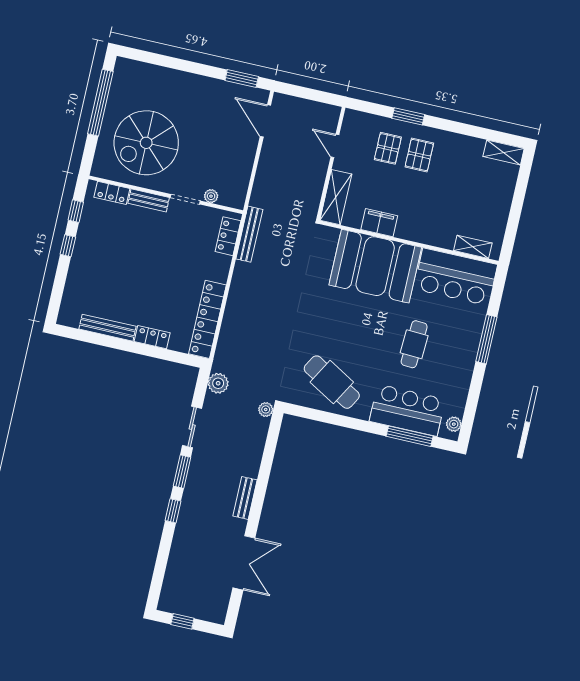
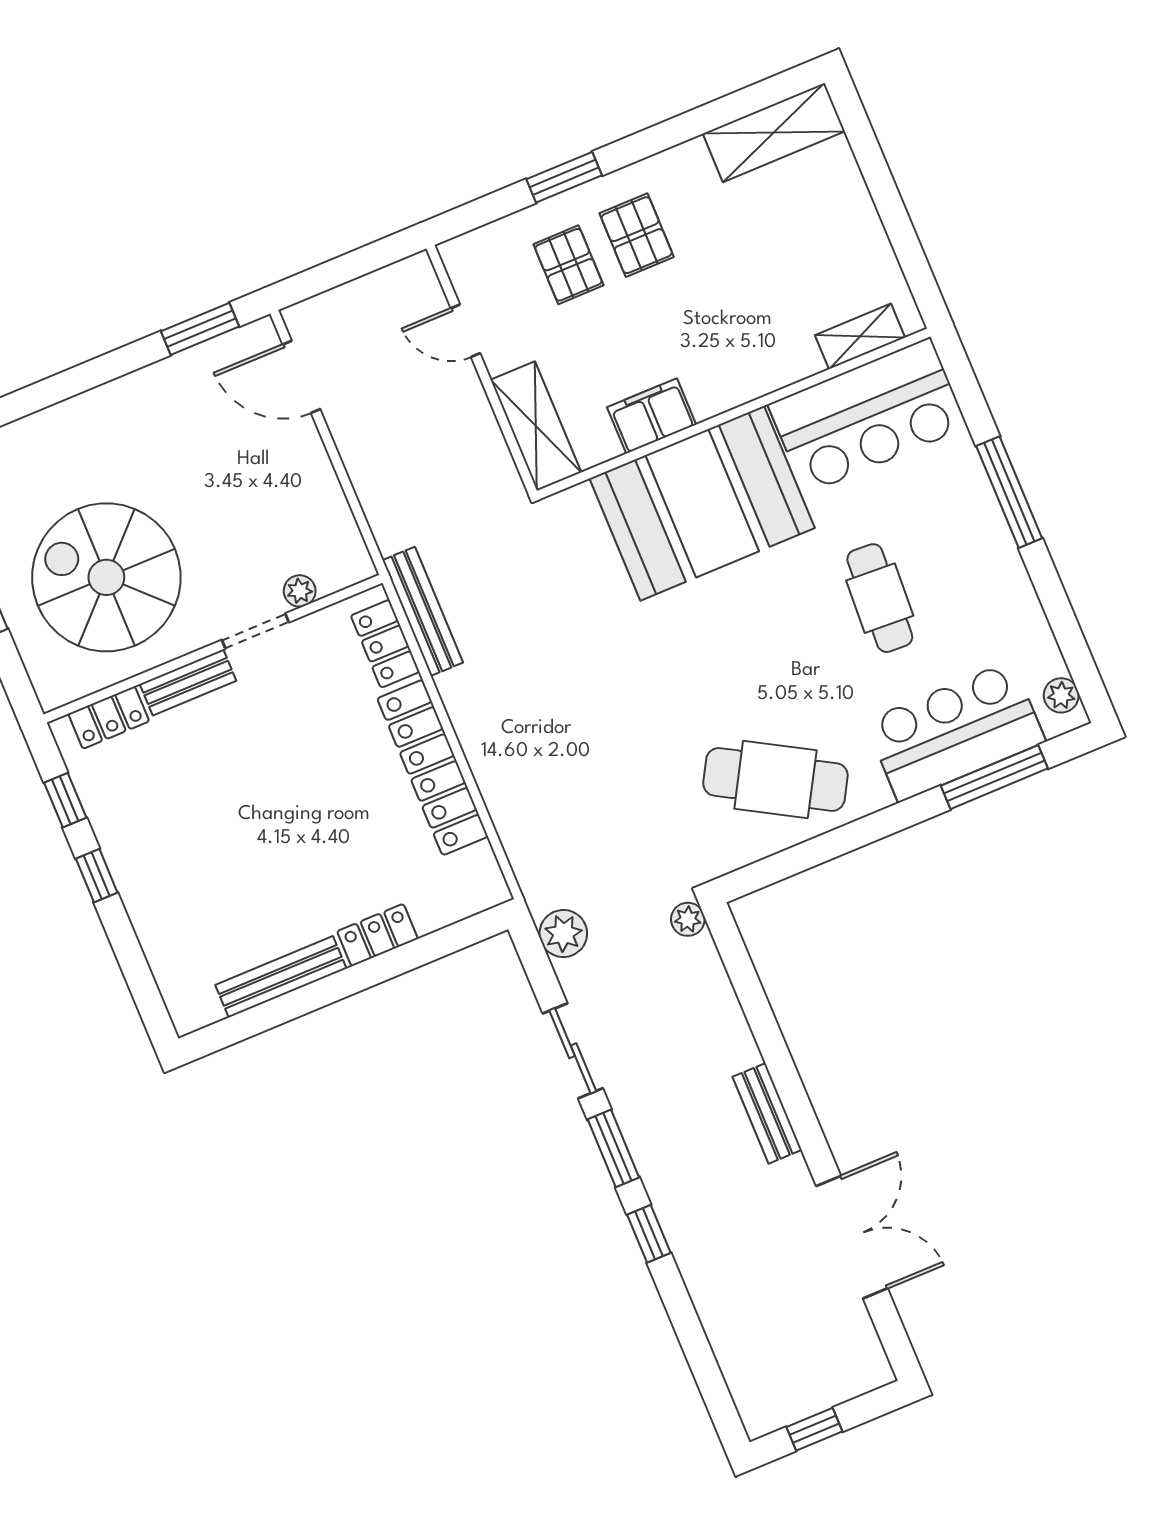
spiral stairs: (146, 143) -> (106, 577), turned 90
shelving: (504, 152) -> (774, 132), width x1.50, depth x1.33
locker: (207, 319) -> (433, 767), moved

